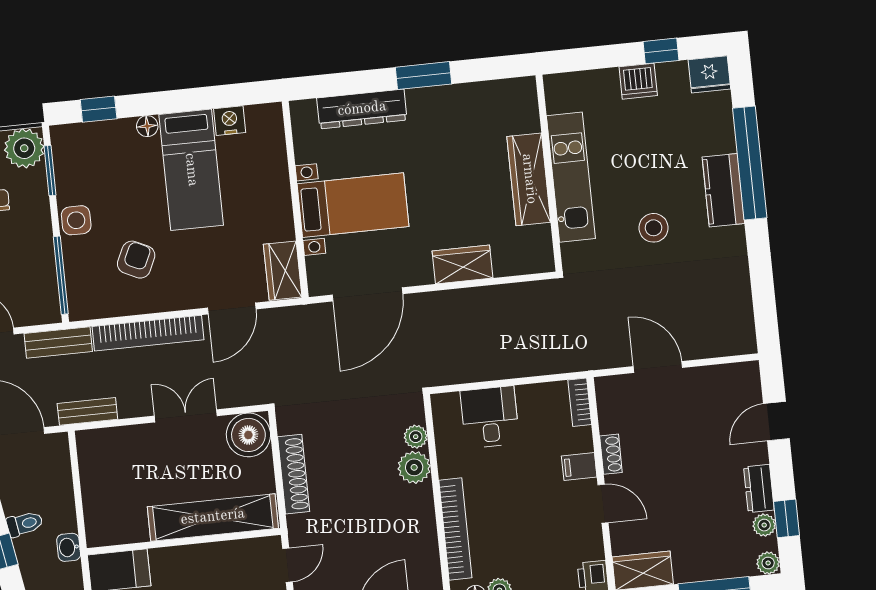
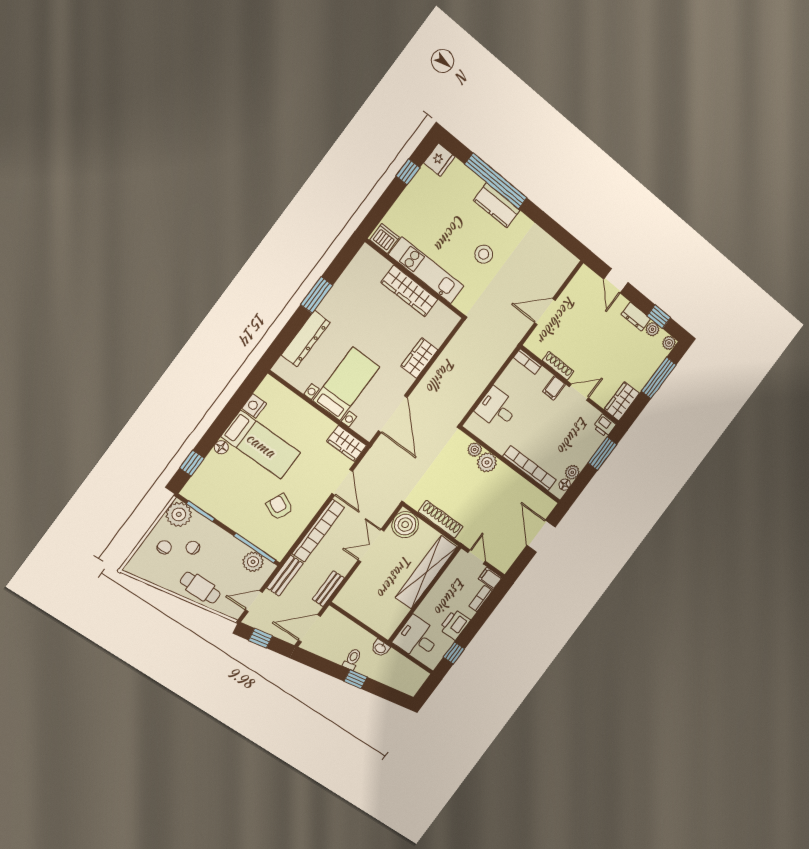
dishwasher: (638, 81) -> (384, 239), moved, turned -90
side table: (76, 220) -> (236, 519), removed
plant: (42, 288) -> (253, 562), added
shoe rack: (611, 454) -> (558, 366), width x1.43

